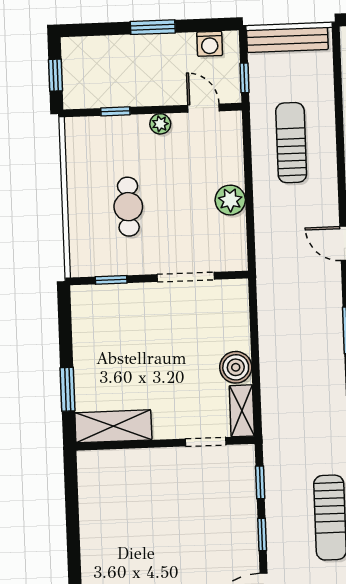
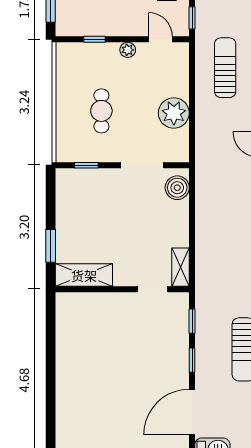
plant: (230, 200) -> (174, 113), width x1.36, depth x1.36
boiler: (236, 367) -> (177, 188), moved

